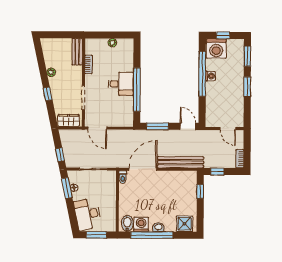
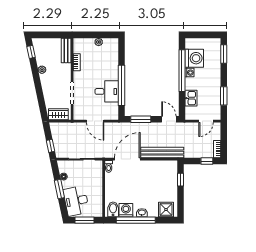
window: (223, 35) -> (201, 35), removed
washing machine: (216, 49) -> (194, 58), moved, turned -90
desk: (121, 84) -> (107, 91), moved
window: (247, 87) -> (224, 96), moved
window: (48, 94) -> (31, 52), moved
kitchen sink: (212, 104) -> (191, 98), added
door: (97, 128) -> (95, 121), moved
door: (228, 129) -> (206, 121), hinge flipped
window: (217, 172) -> (207, 161), moved
window: (67, 188) -> (59, 189), moved

